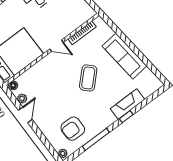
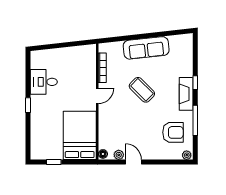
fireplace: (127, 104) -> (186, 94), moved
armchair: (73, 129) -> (173, 132), turned -90

